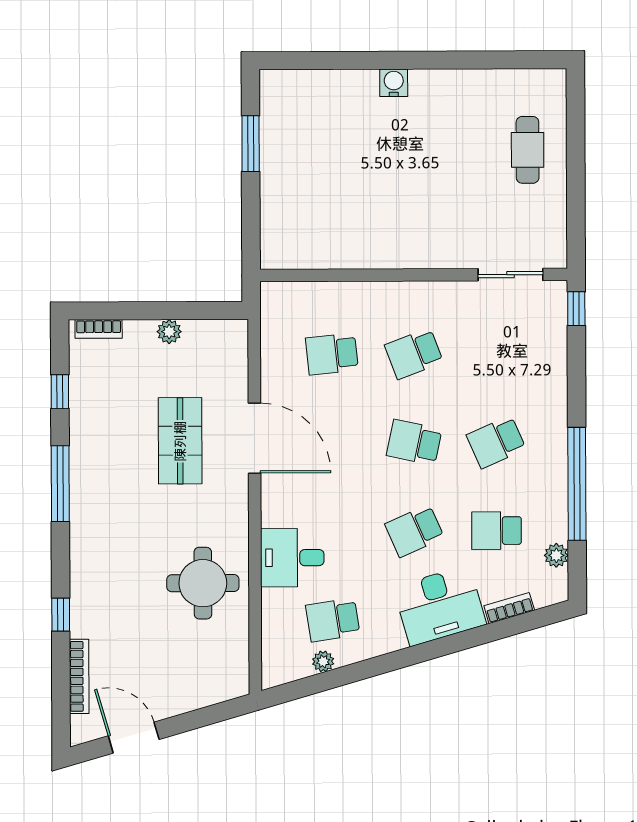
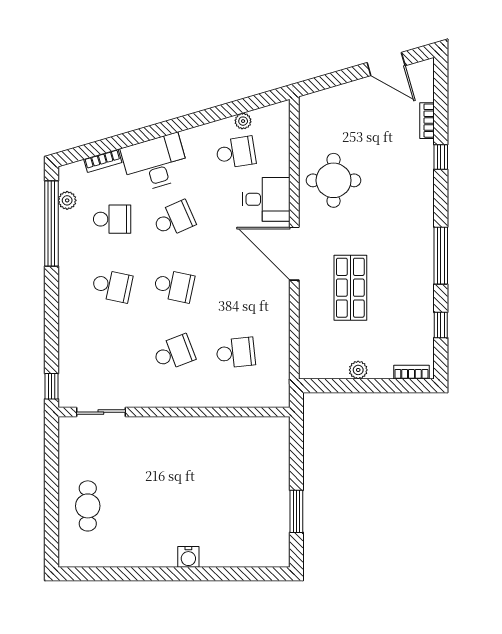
door: (255, 438) -> (294, 254), moved
school desk: (496, 442) -> (112, 286), turned 36
window: (577, 484) -> (51, 224), moved
bookcase: (79, 676) -> (427, 121), width x0.64

